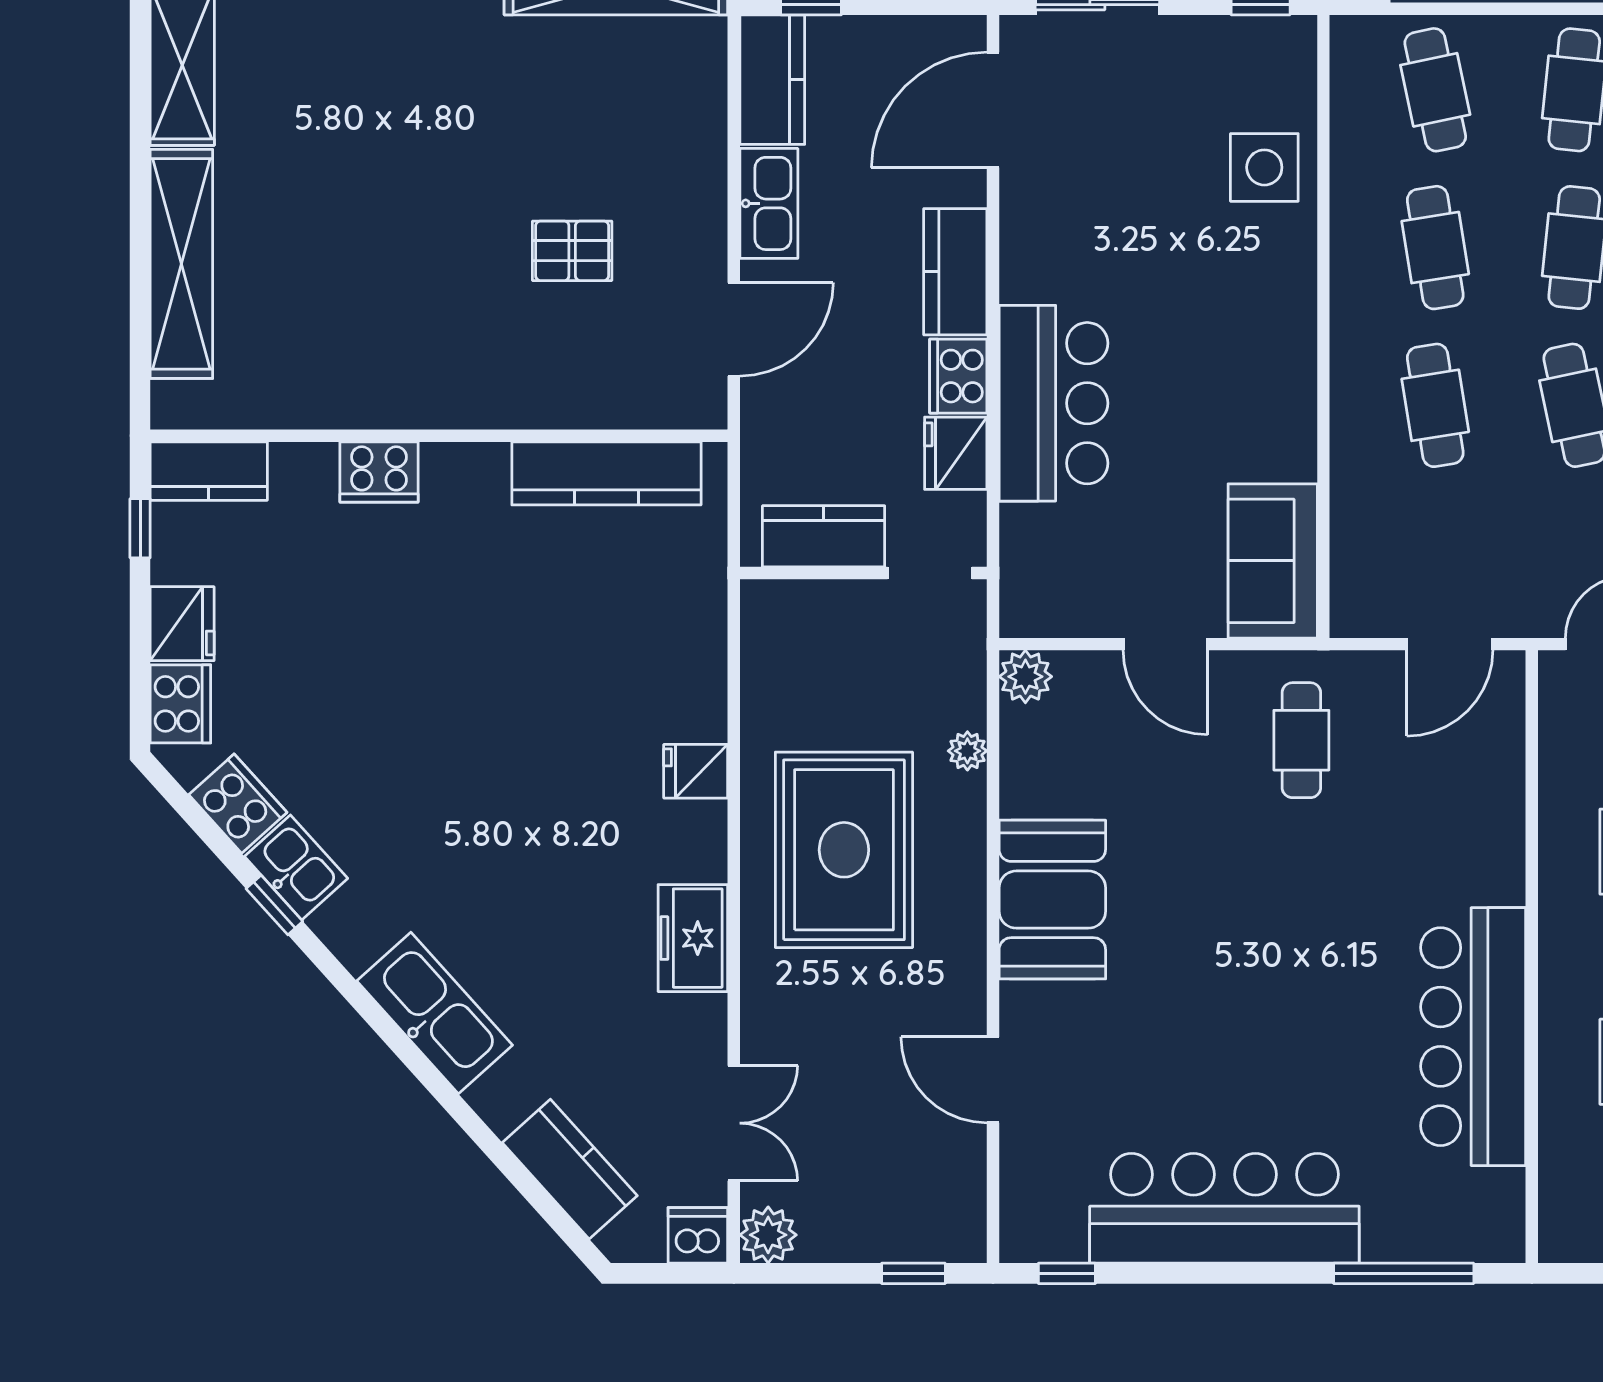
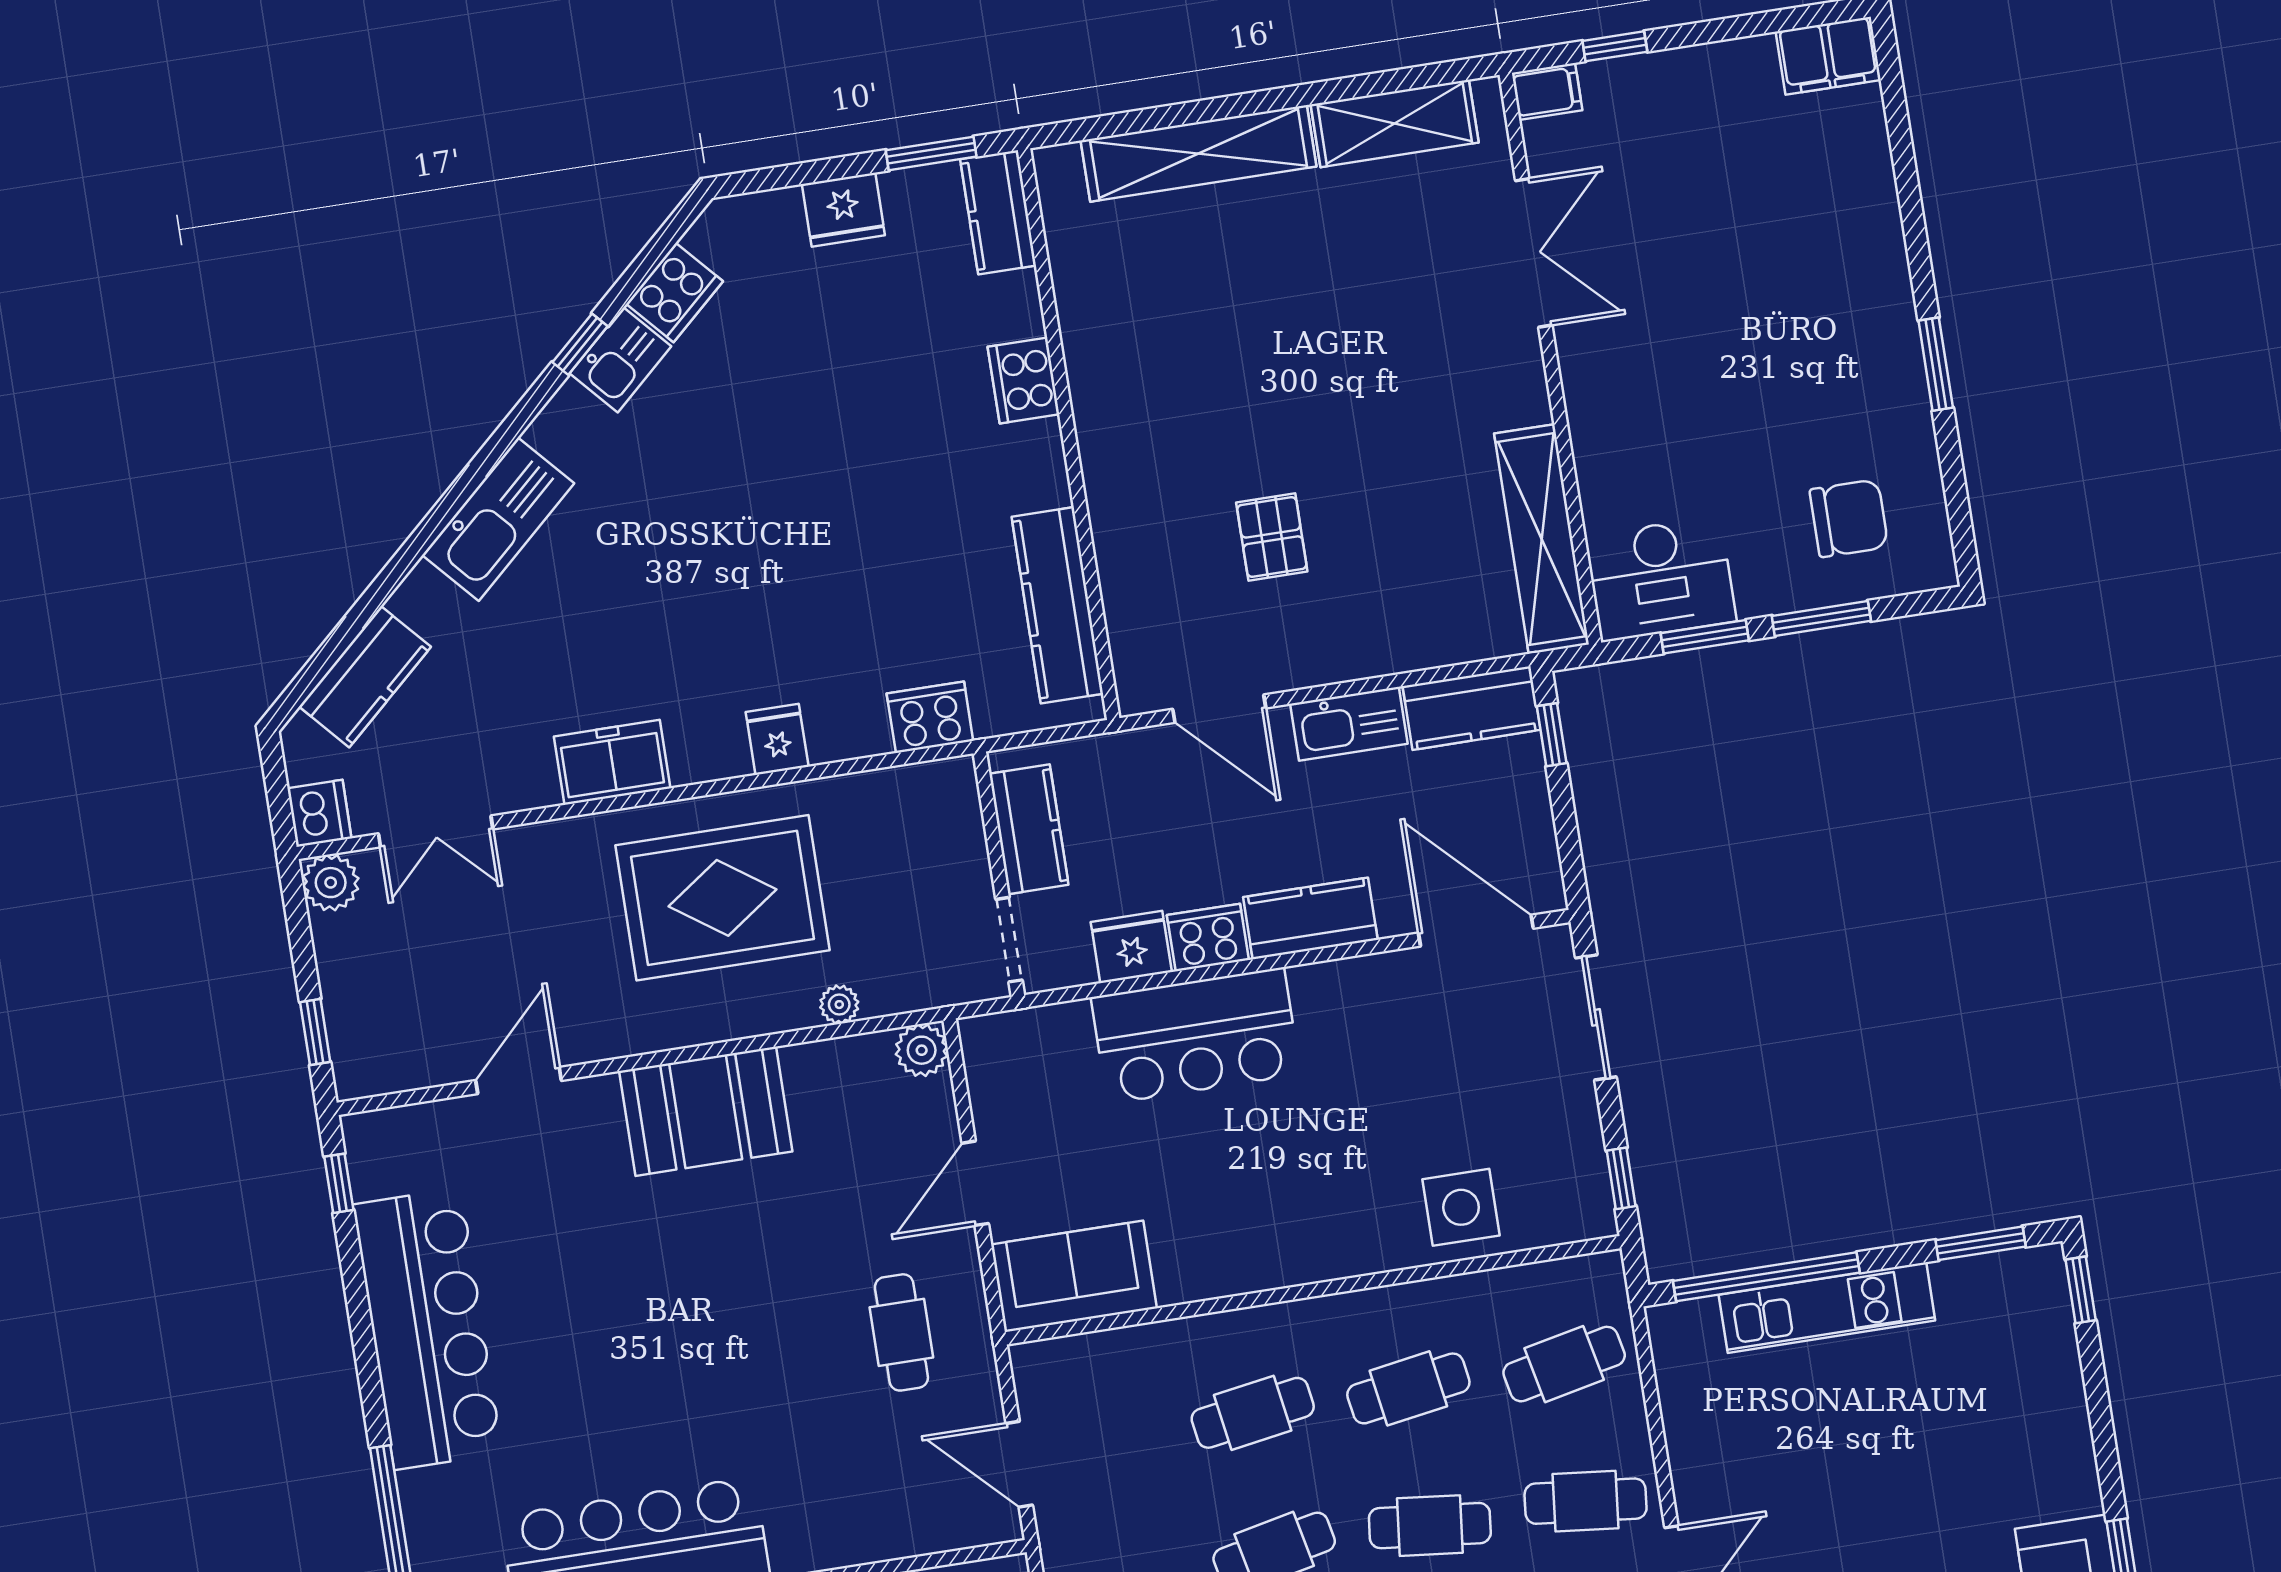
window: (140, 528) -> (931, 153), width x1.50
cooker: (180, 704) -> (930, 717), moved, turned 180
cafe table: (1301, 740) -> (901, 1332), turned 90

